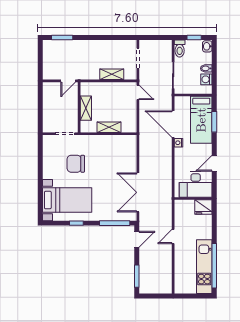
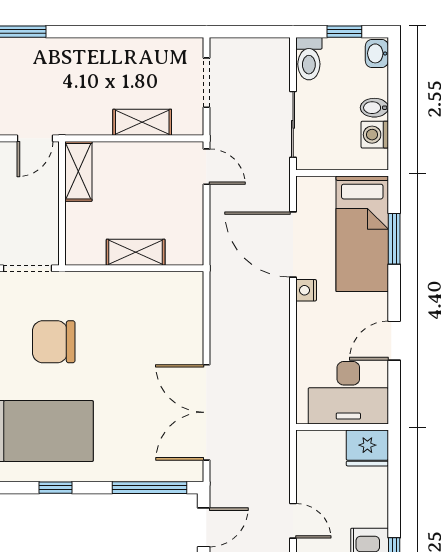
shelving: (86, 108) -> (78, 171), moved
door: (173, 237) -> (293, 521), swing flipped

